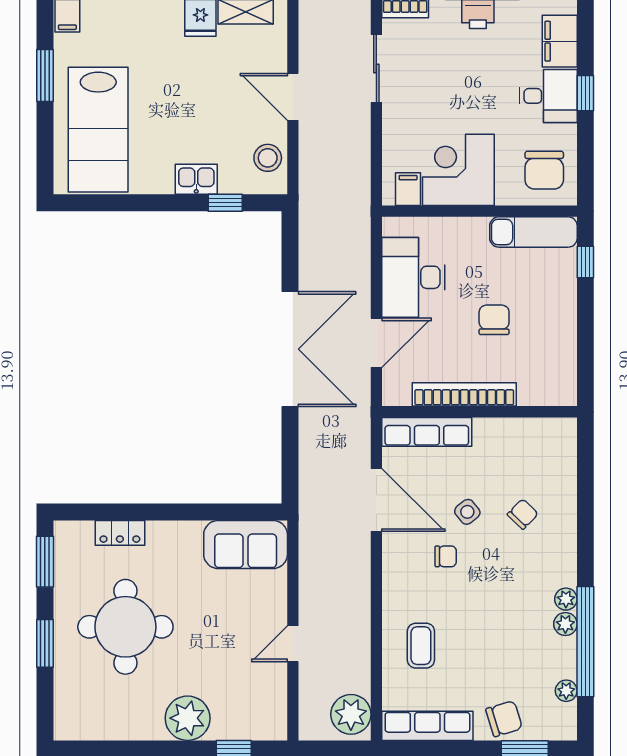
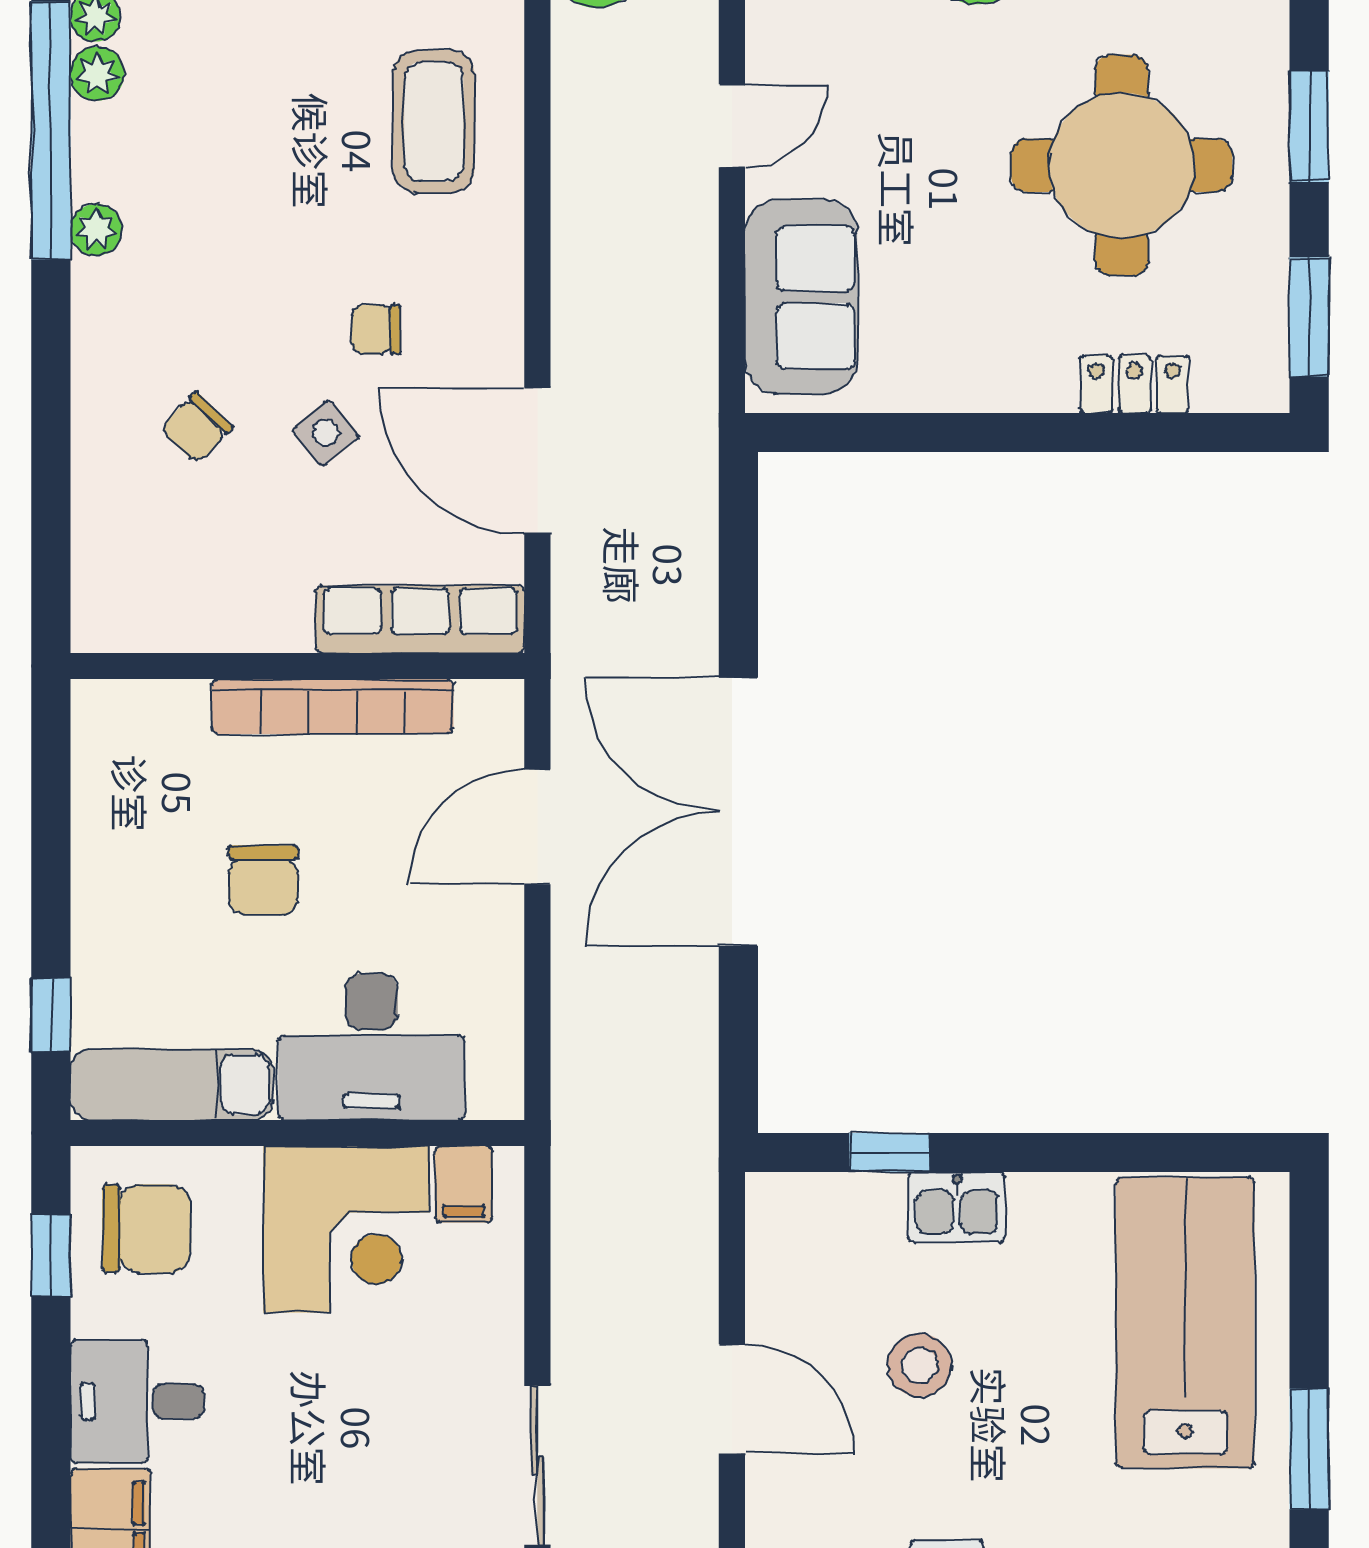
window: (585, 93) -> (51, 1255), moved
stool: (268, 158) -> (920, 1365), moved
chair: (544, 170) -> (147, 1229), turned 90
desk: (413, 277) -> (371, 1047), moved, turned 90
sofa: (246, 545) -> (801, 297), moved, turned 90
plant: (565, 624) -> (97, 74), moved
coffee table: (421, 646) -> (434, 122), width x1.36, depth x1.30

